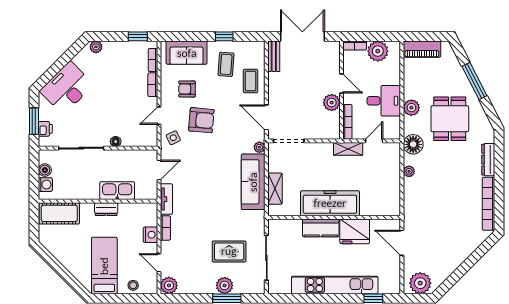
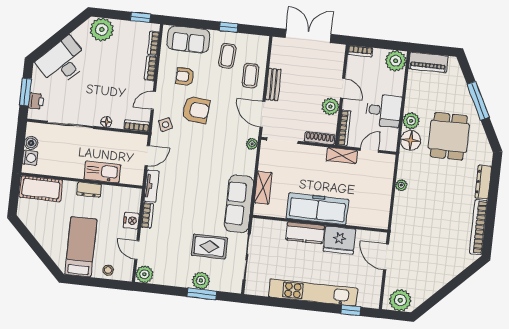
plant: (96, 47) -> (102, 29), width x1.87, depth x1.87
plant: (378, 51) -> (396, 61), moved
bench: (274, 56) -> (273, 85), moved
shoe rack: (325, 134) -> (320, 138), added
bookcase: (145, 142) -> (137, 126), added
floor lamp: (413, 144) -> (411, 140), moved
sofa: (253, 182) -> (239, 204), moved

